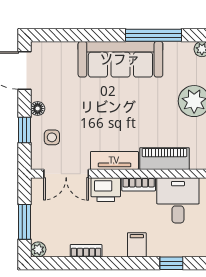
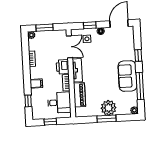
window: (91, 35) -> (138, 55), added
sofa: (120, 59) -> (127, 76), width x0.73
double door: (66, 174) -> (69, 47), swing flipped

